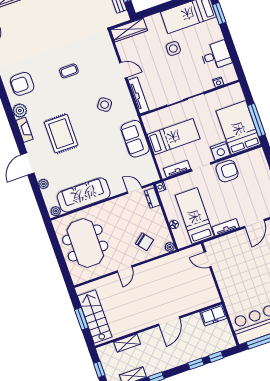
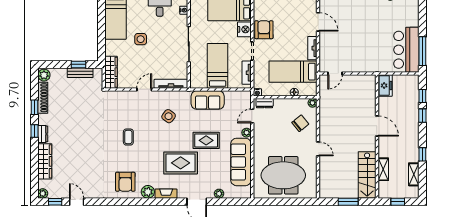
rug: (93, 152) -> (206, 140), added
plant: (56, 211) -> (247, 133), moved
stairs: (95, 316) -> (367, 175), moved, turned -90

